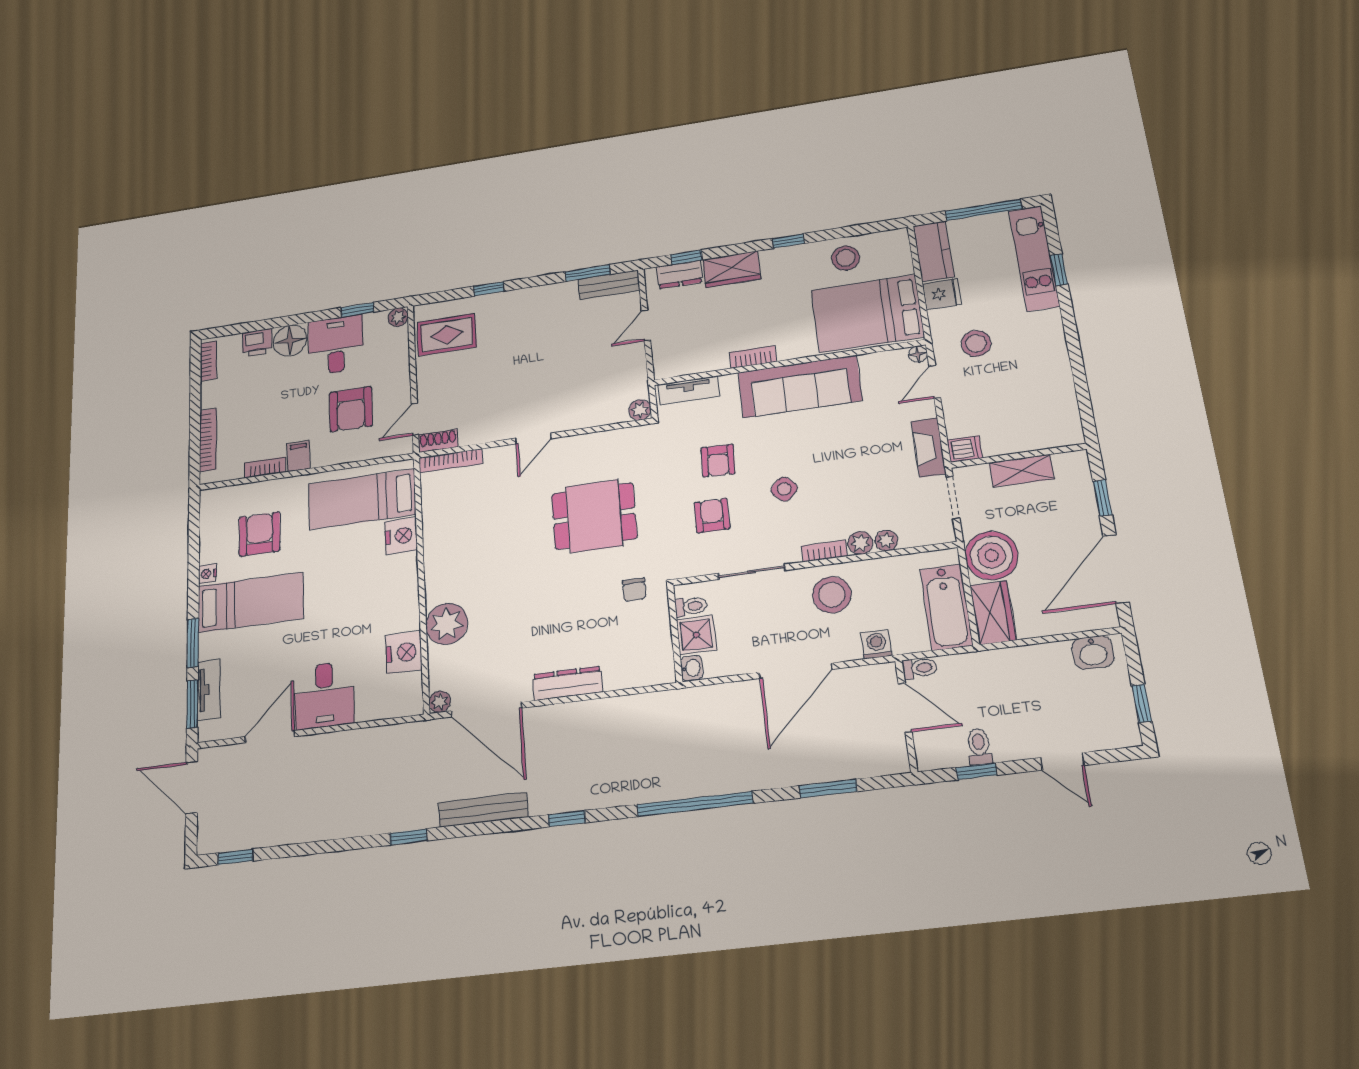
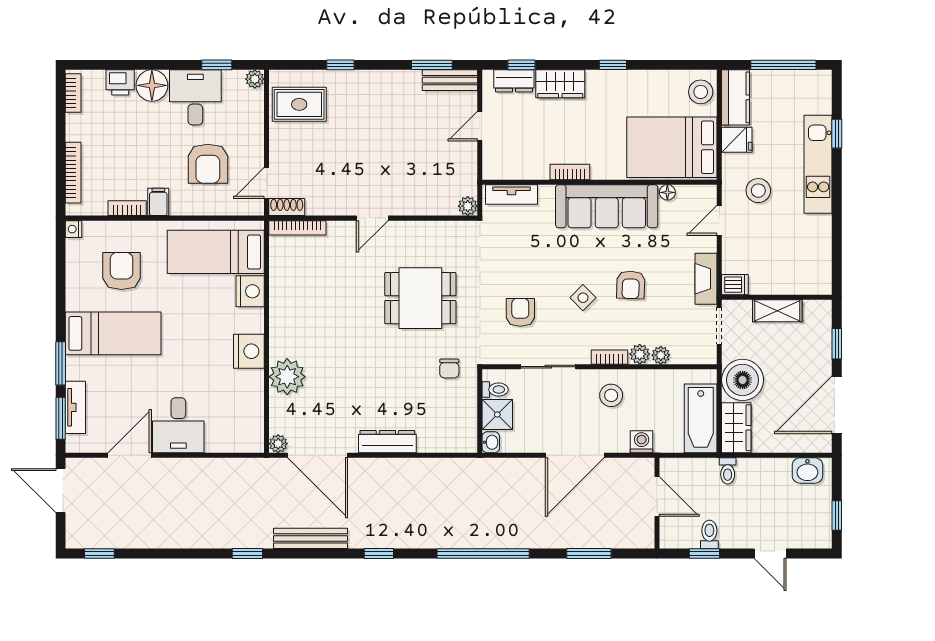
stool: (846, 258) -> (701, 92), moved
kitchen unit: (1034, 258) -> (818, 164), moved
floor lamp: (918, 354) -> (667, 192), moved
armchair: (718, 461) -> (631, 285), moved
nightstand: (207, 574) -> (73, 229), moved
stool: (832, 595) -> (611, 395), width x0.73, depth x0.73
nightstand: (404, 652) -> (249, 351), moved
toilet: (920, 668) -> (728, 471), moved, turned 90

